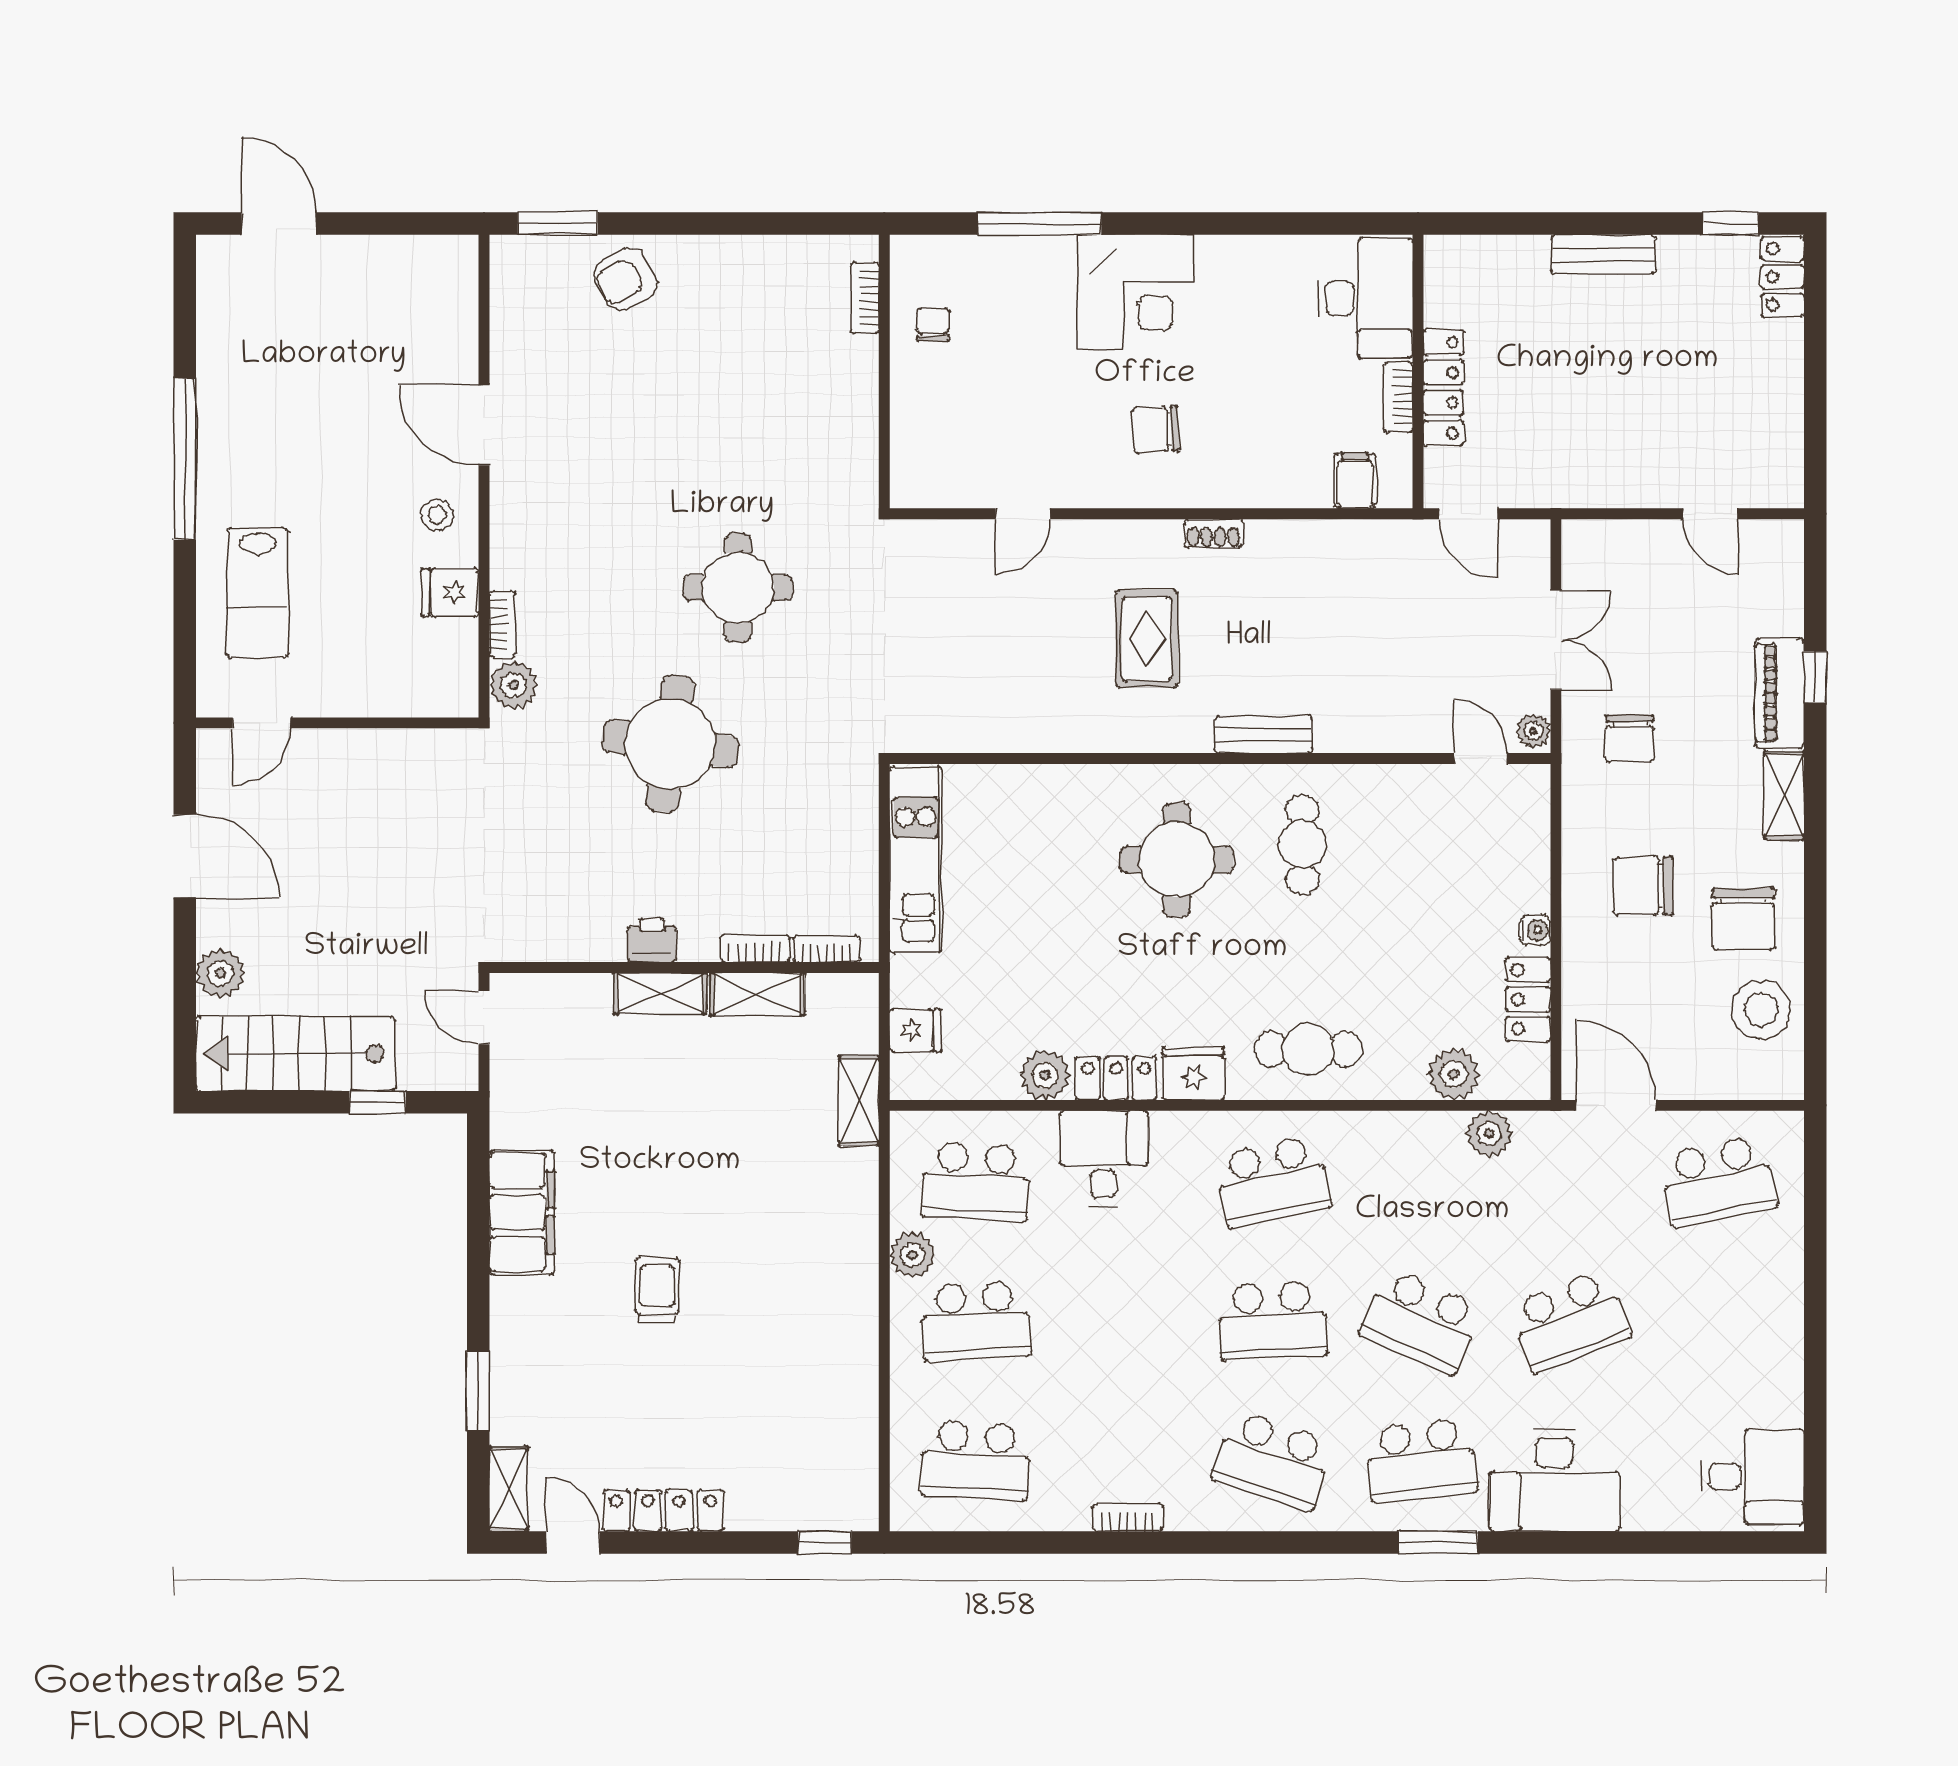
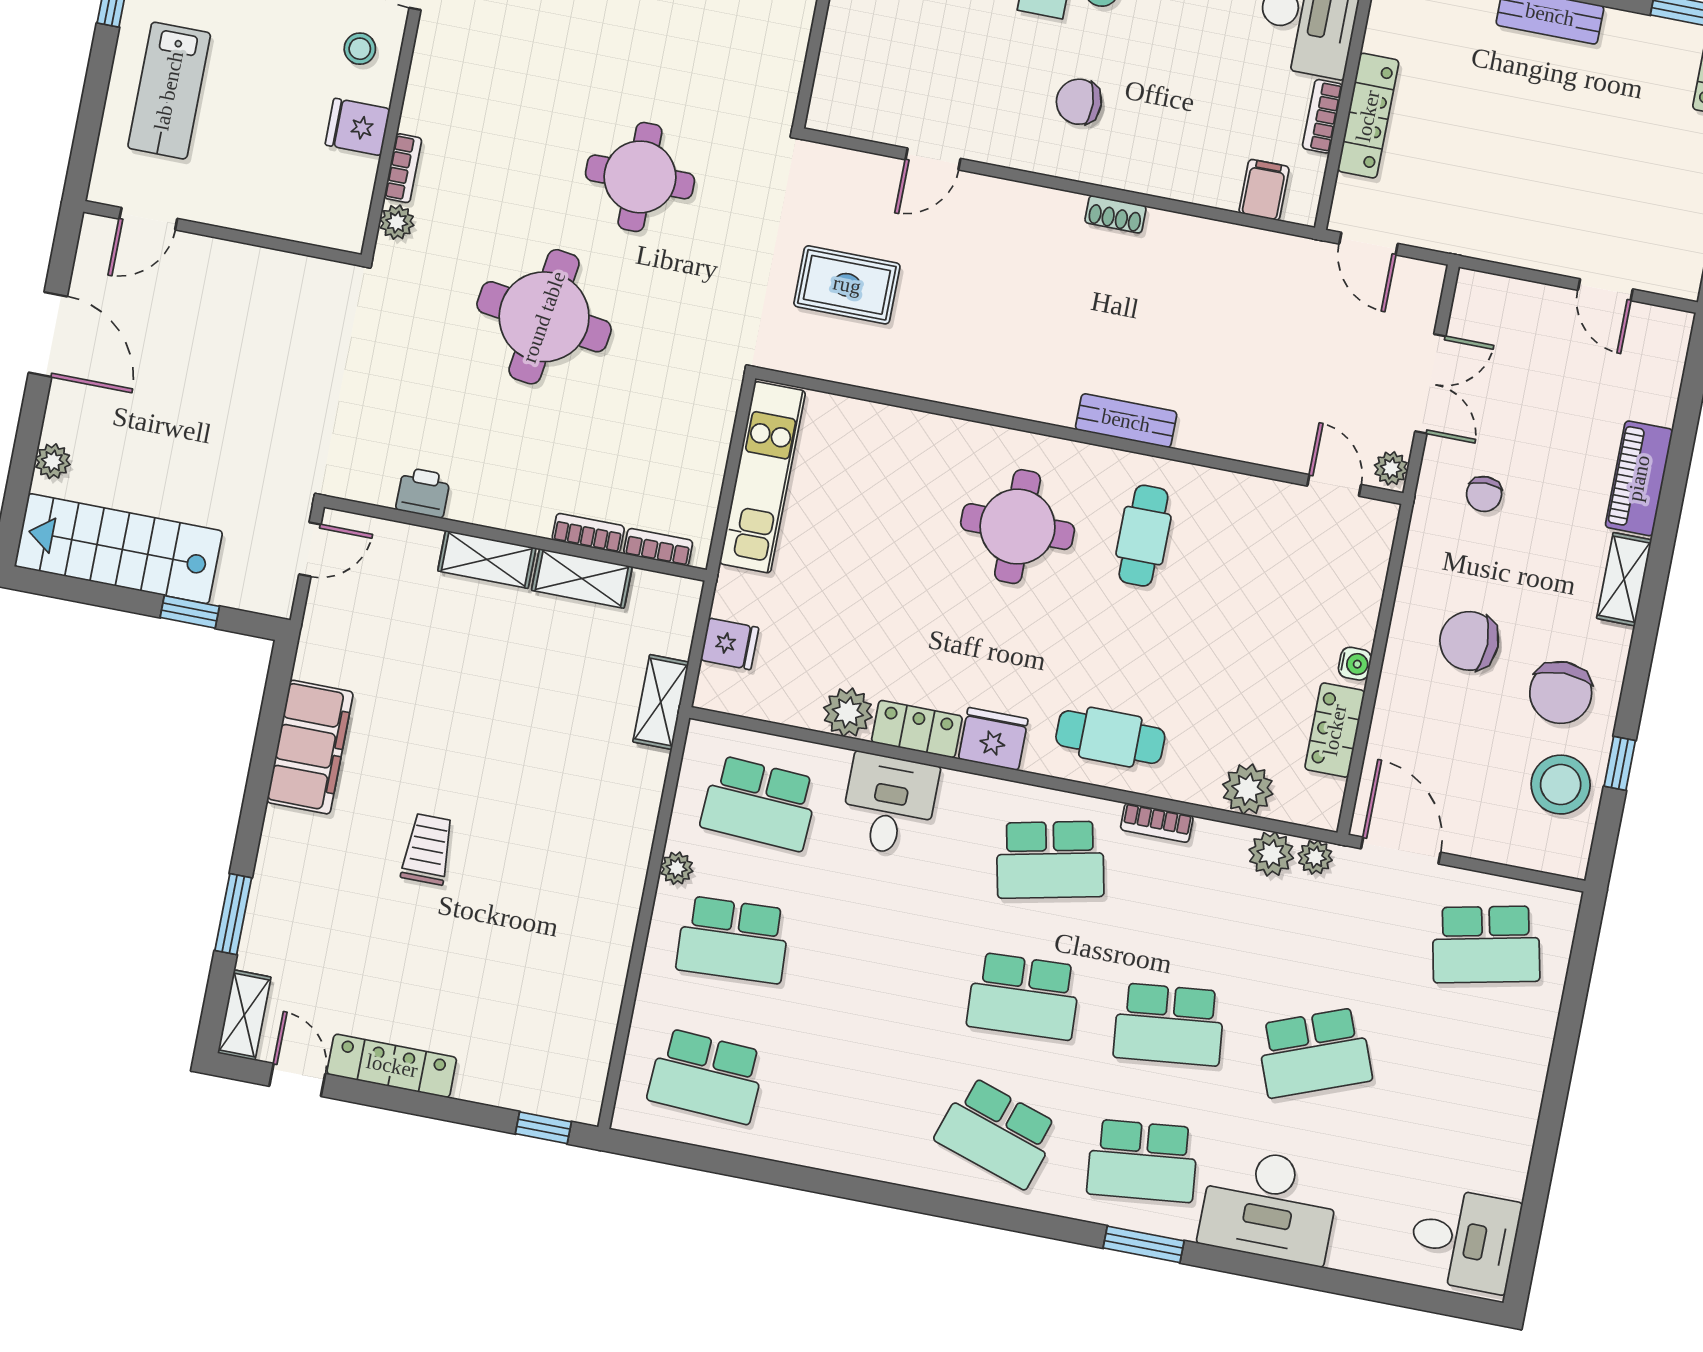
rug: (1147, 639) -> (847, 285), moved, turned 90
window: (1815, 677) -> (1620, 763), moved
plant: (513, 685) -> (397, 222), width x0.73, depth x0.73
chair: (1630, 738) -> (1484, 494), width x0.73, depth x0.73
printer: (652, 940) -> (423, 493), moved
plant: (220, 973) -> (53, 461), width x0.73, depth x0.73
door: (484, 1018) -> (310, 549), swing flipped
plant: (1533, 1128) -> (1315, 857), added
plant: (913, 1255) -> (677, 868), width x0.73, depth x0.73
school desk: (1421, 1321) -> (1169, 1024), turned -30
bookcase: (1127, 1517) -> (1157, 823), moved, turned 180

